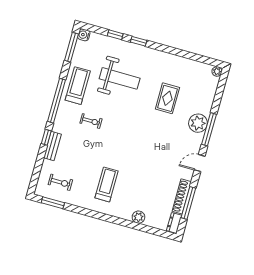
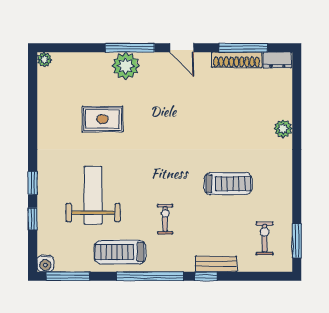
treadmill: (107, 184) -> (228, 184), moved, turned 180
plant: (138, 217) -> (283, 129), moved

